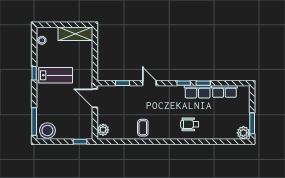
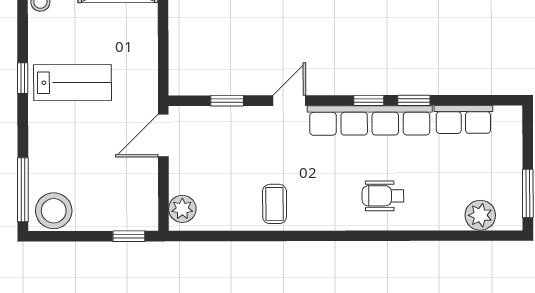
door: (149, 83) -> (289, 101), hinge flipped
row of seats: (198, 92) -> (370, 120), width x2.02
door: (95, 98) -> (163, 135), hinge flipped
plant: (243, 133) -> (480, 215), moved

